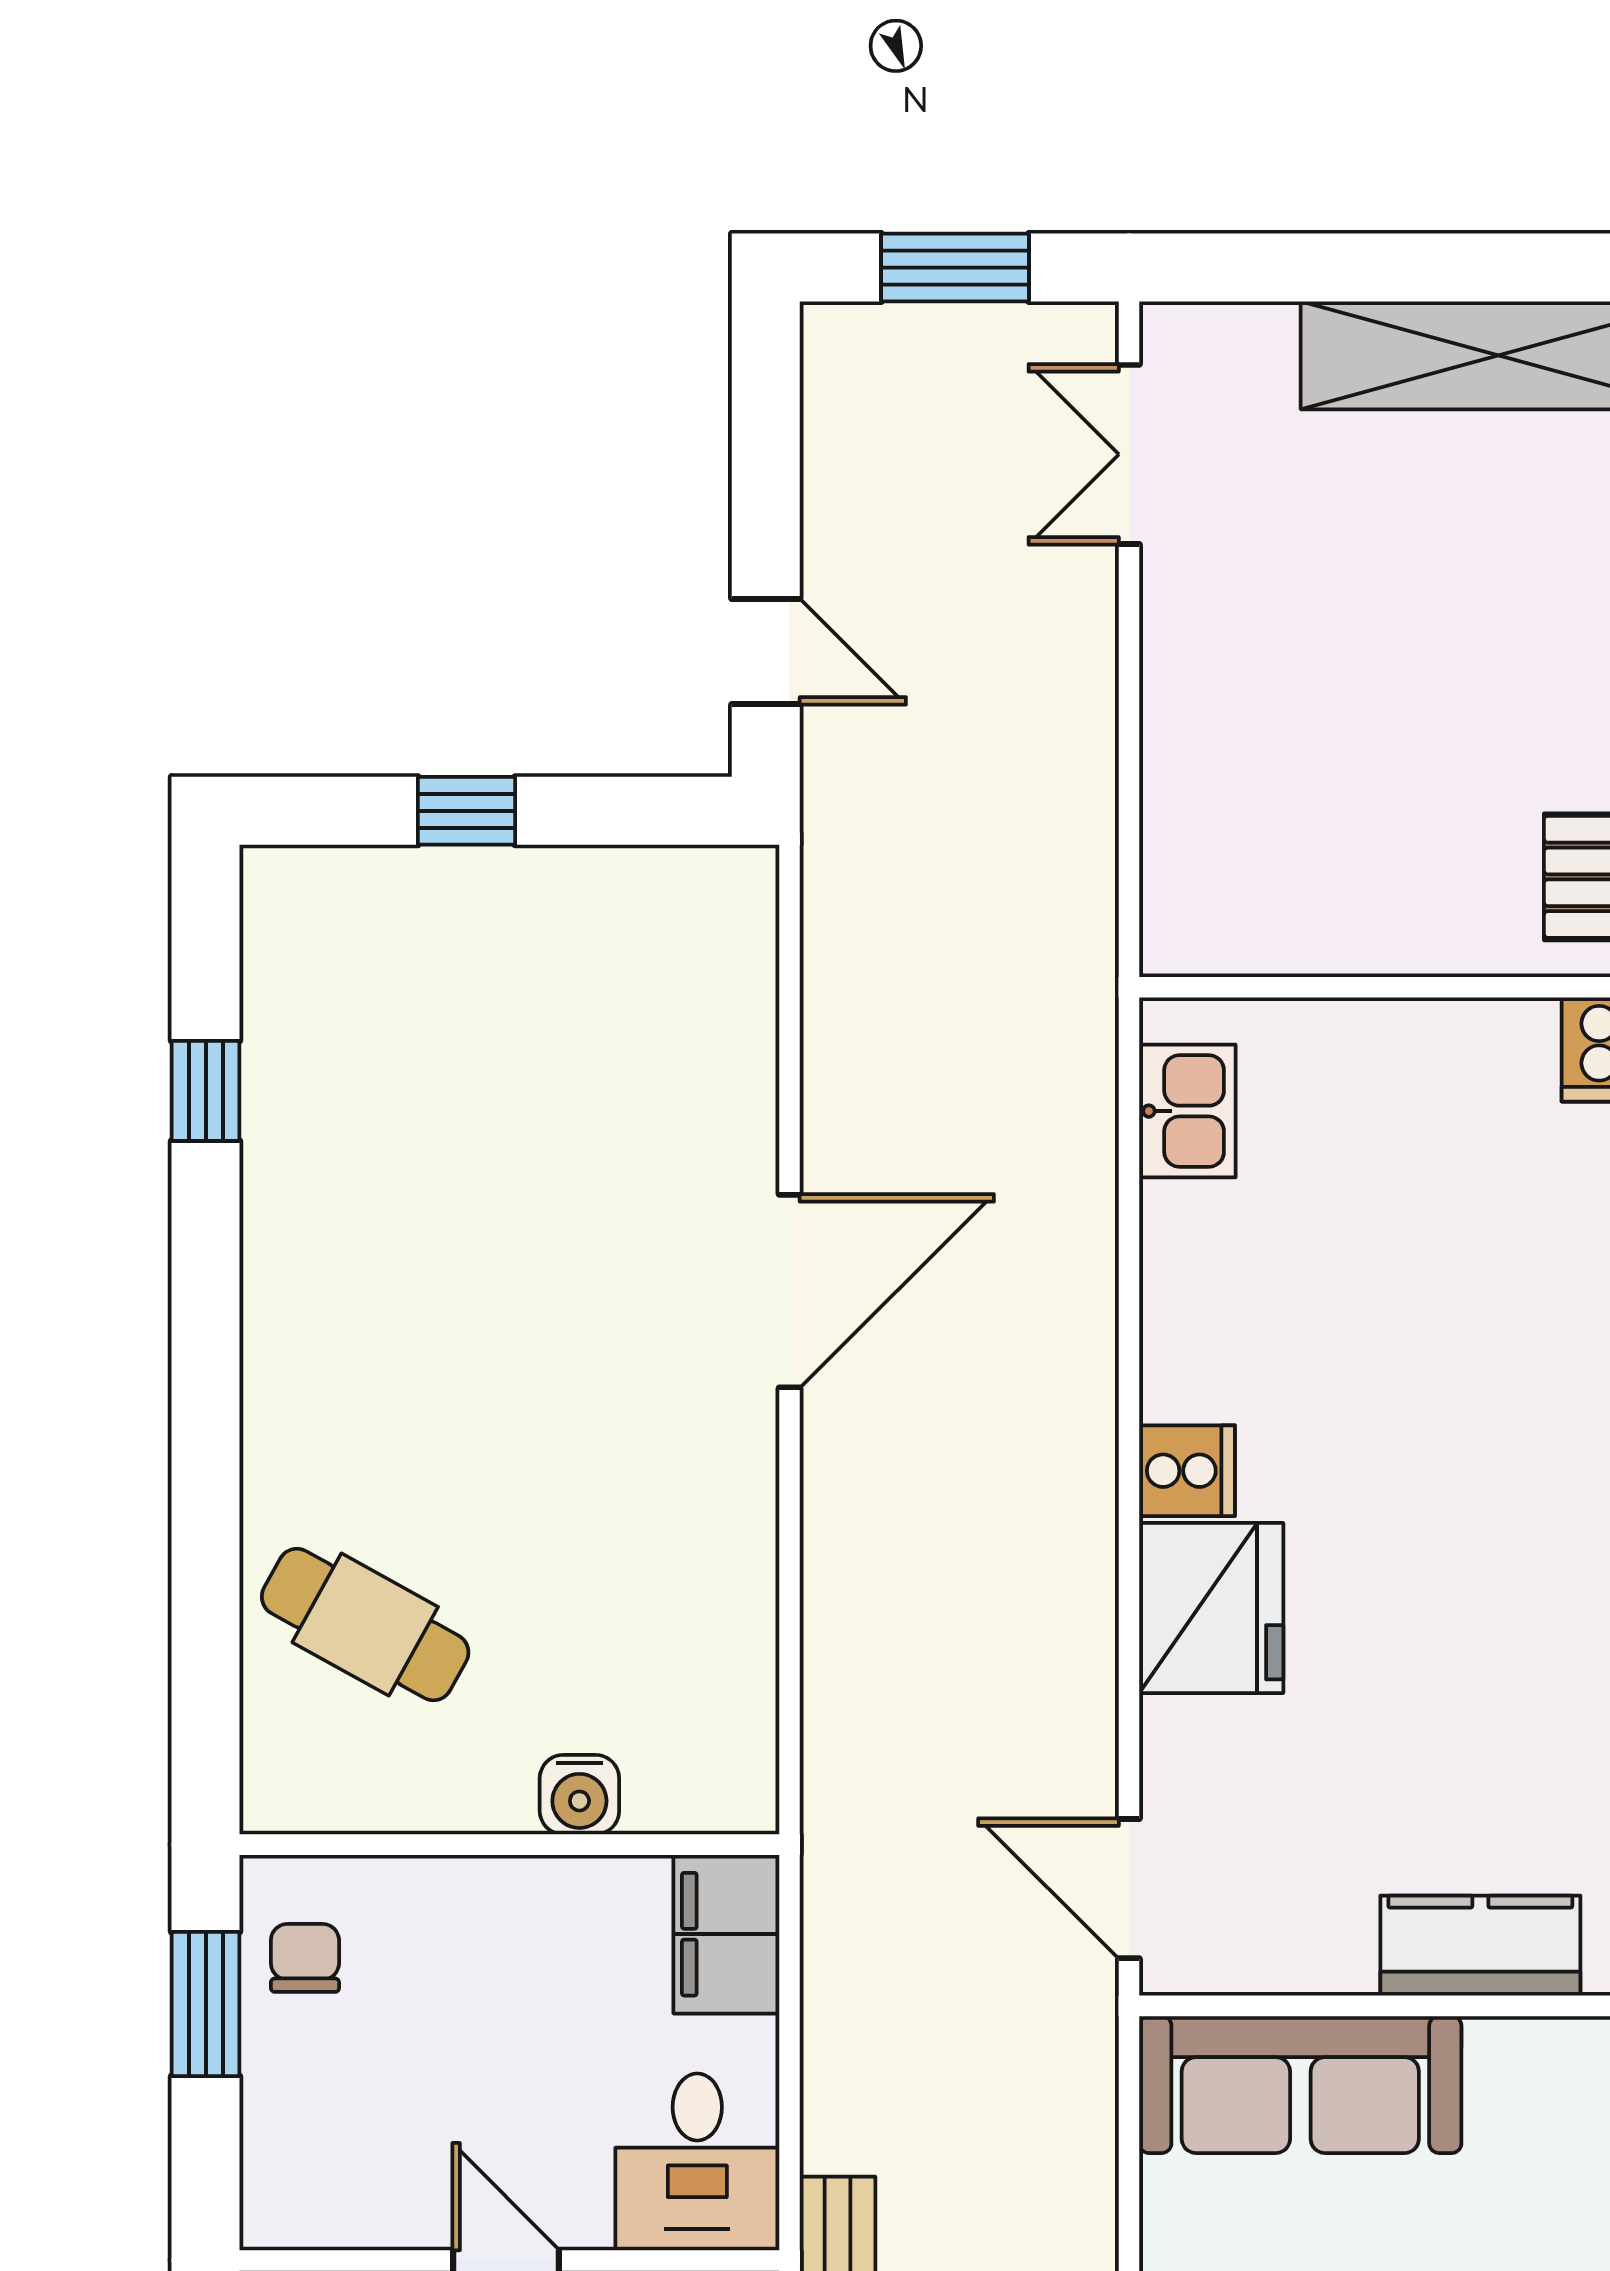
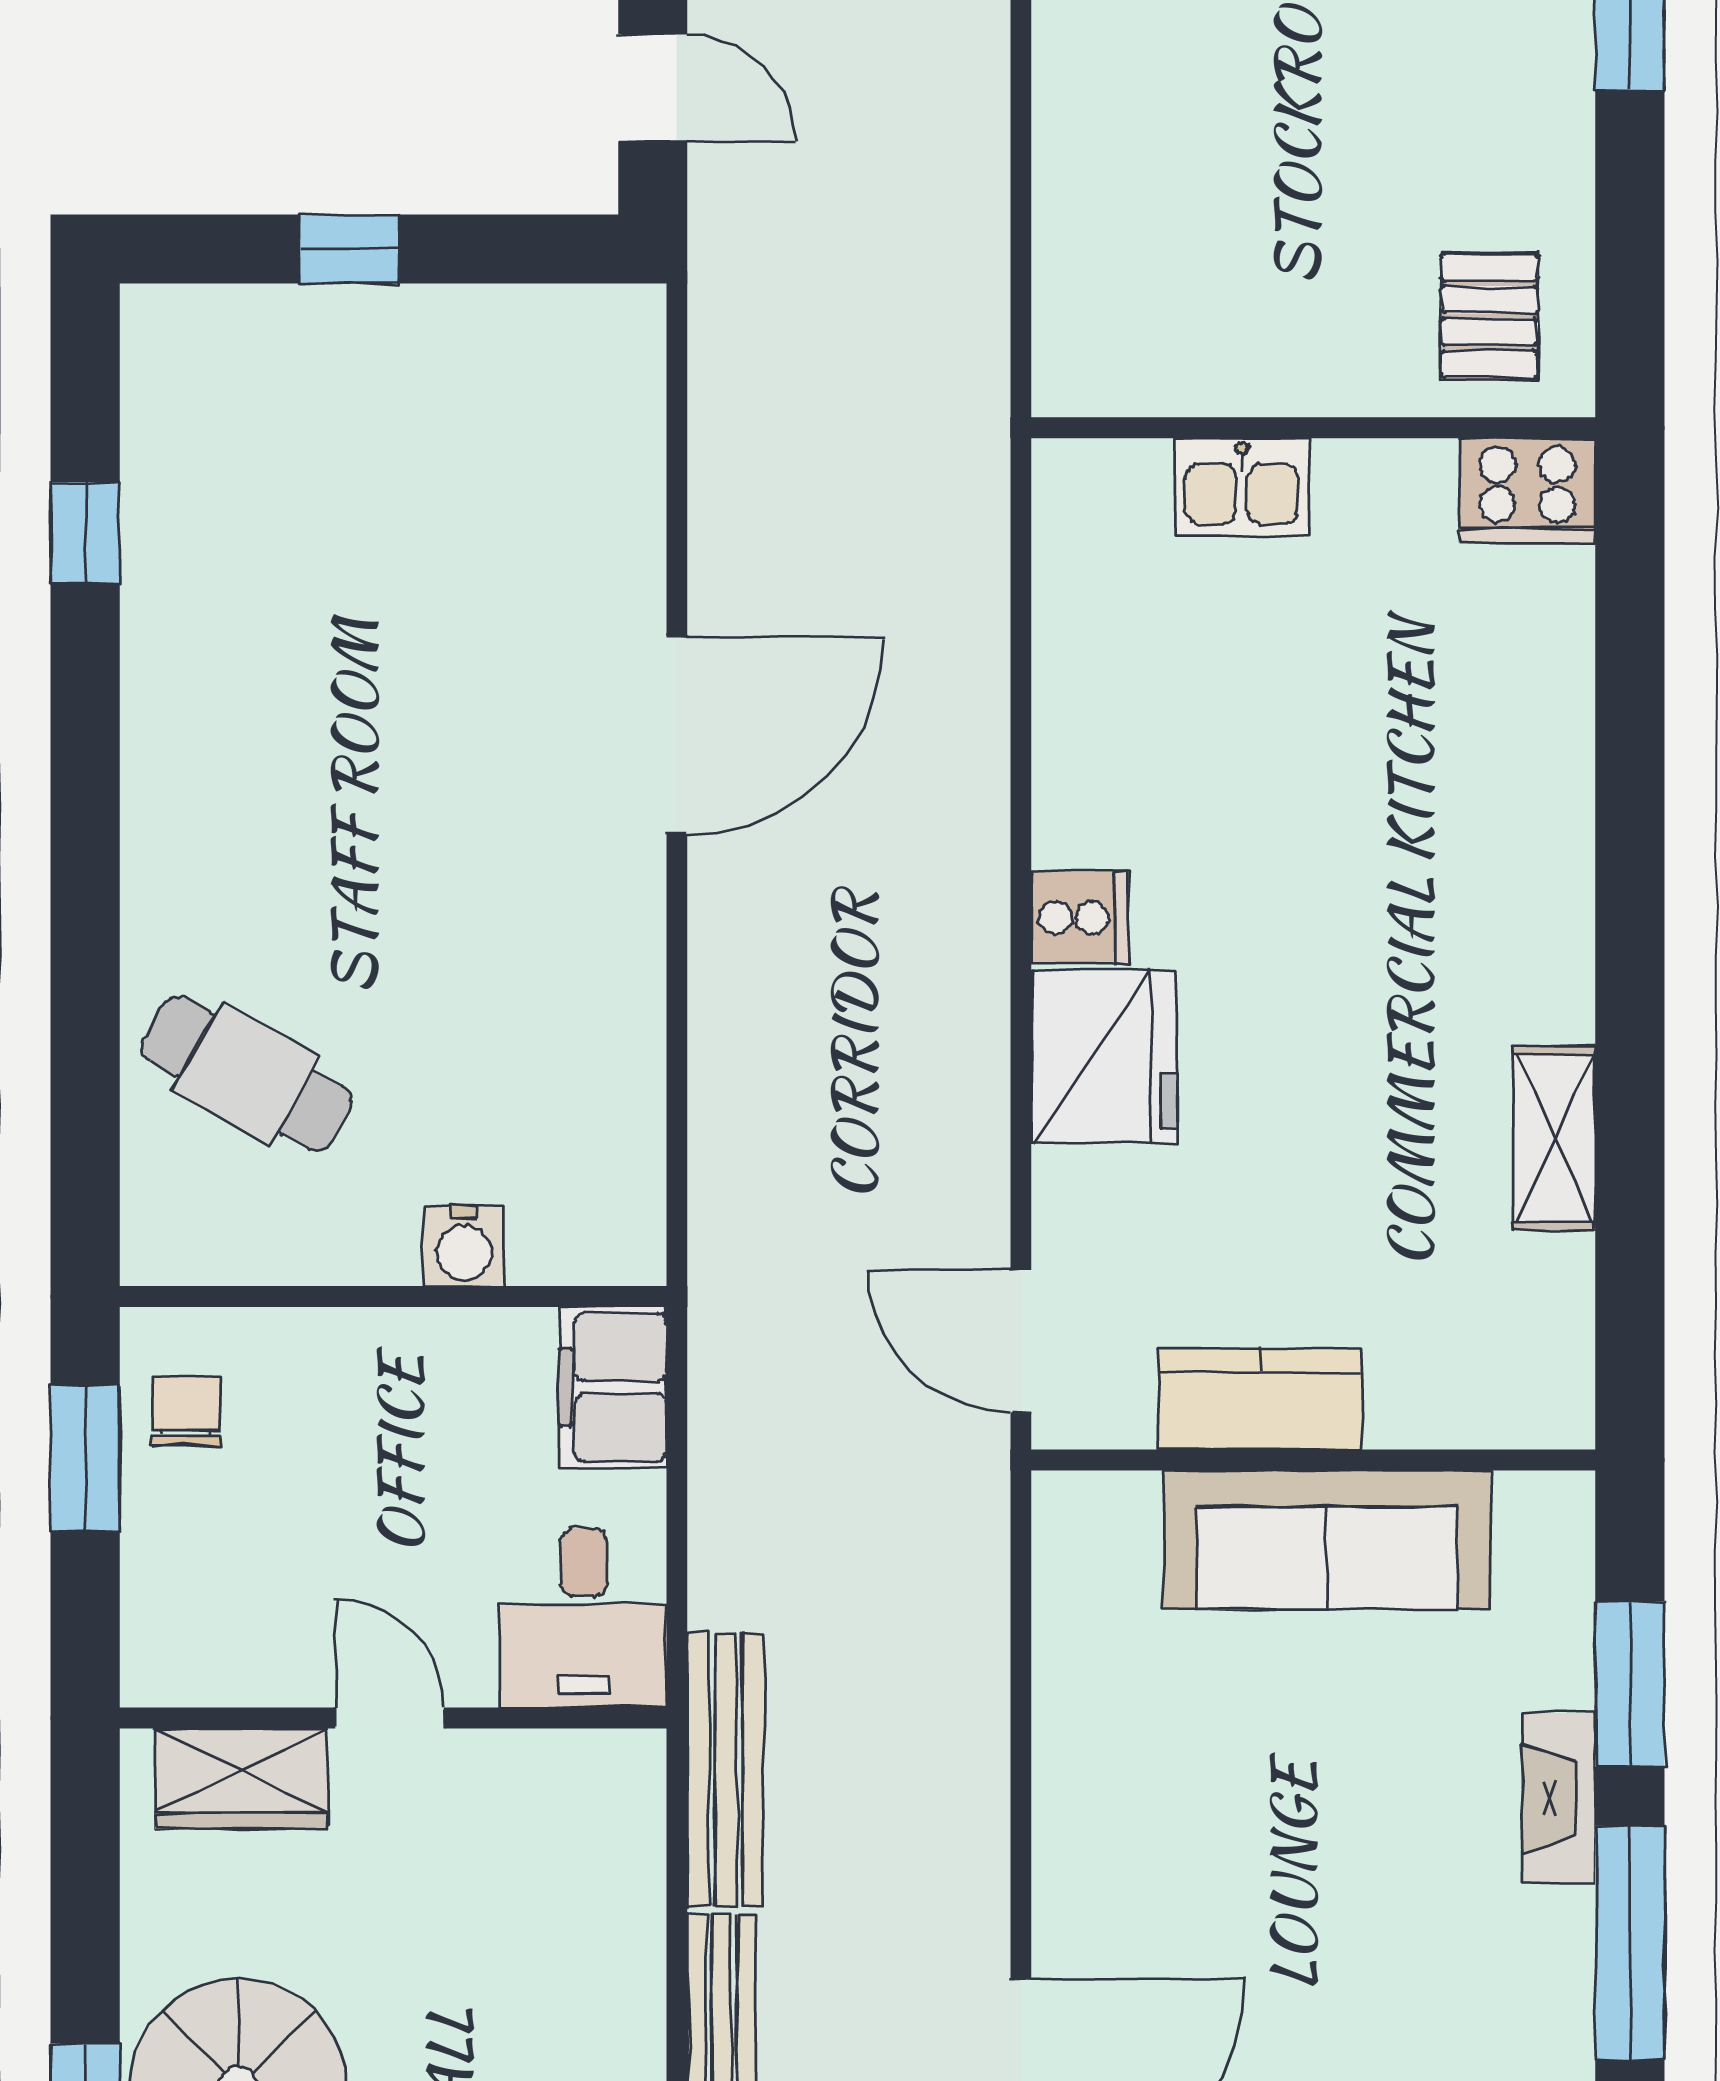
kitchen sink: (1187, 1111) -> (1242, 487), moved, turned 90
kitchen counter: (1480, 1946) -> (1260, 1399), moved
sofa: (1300, 2085) -> (1327, 1540), moved

